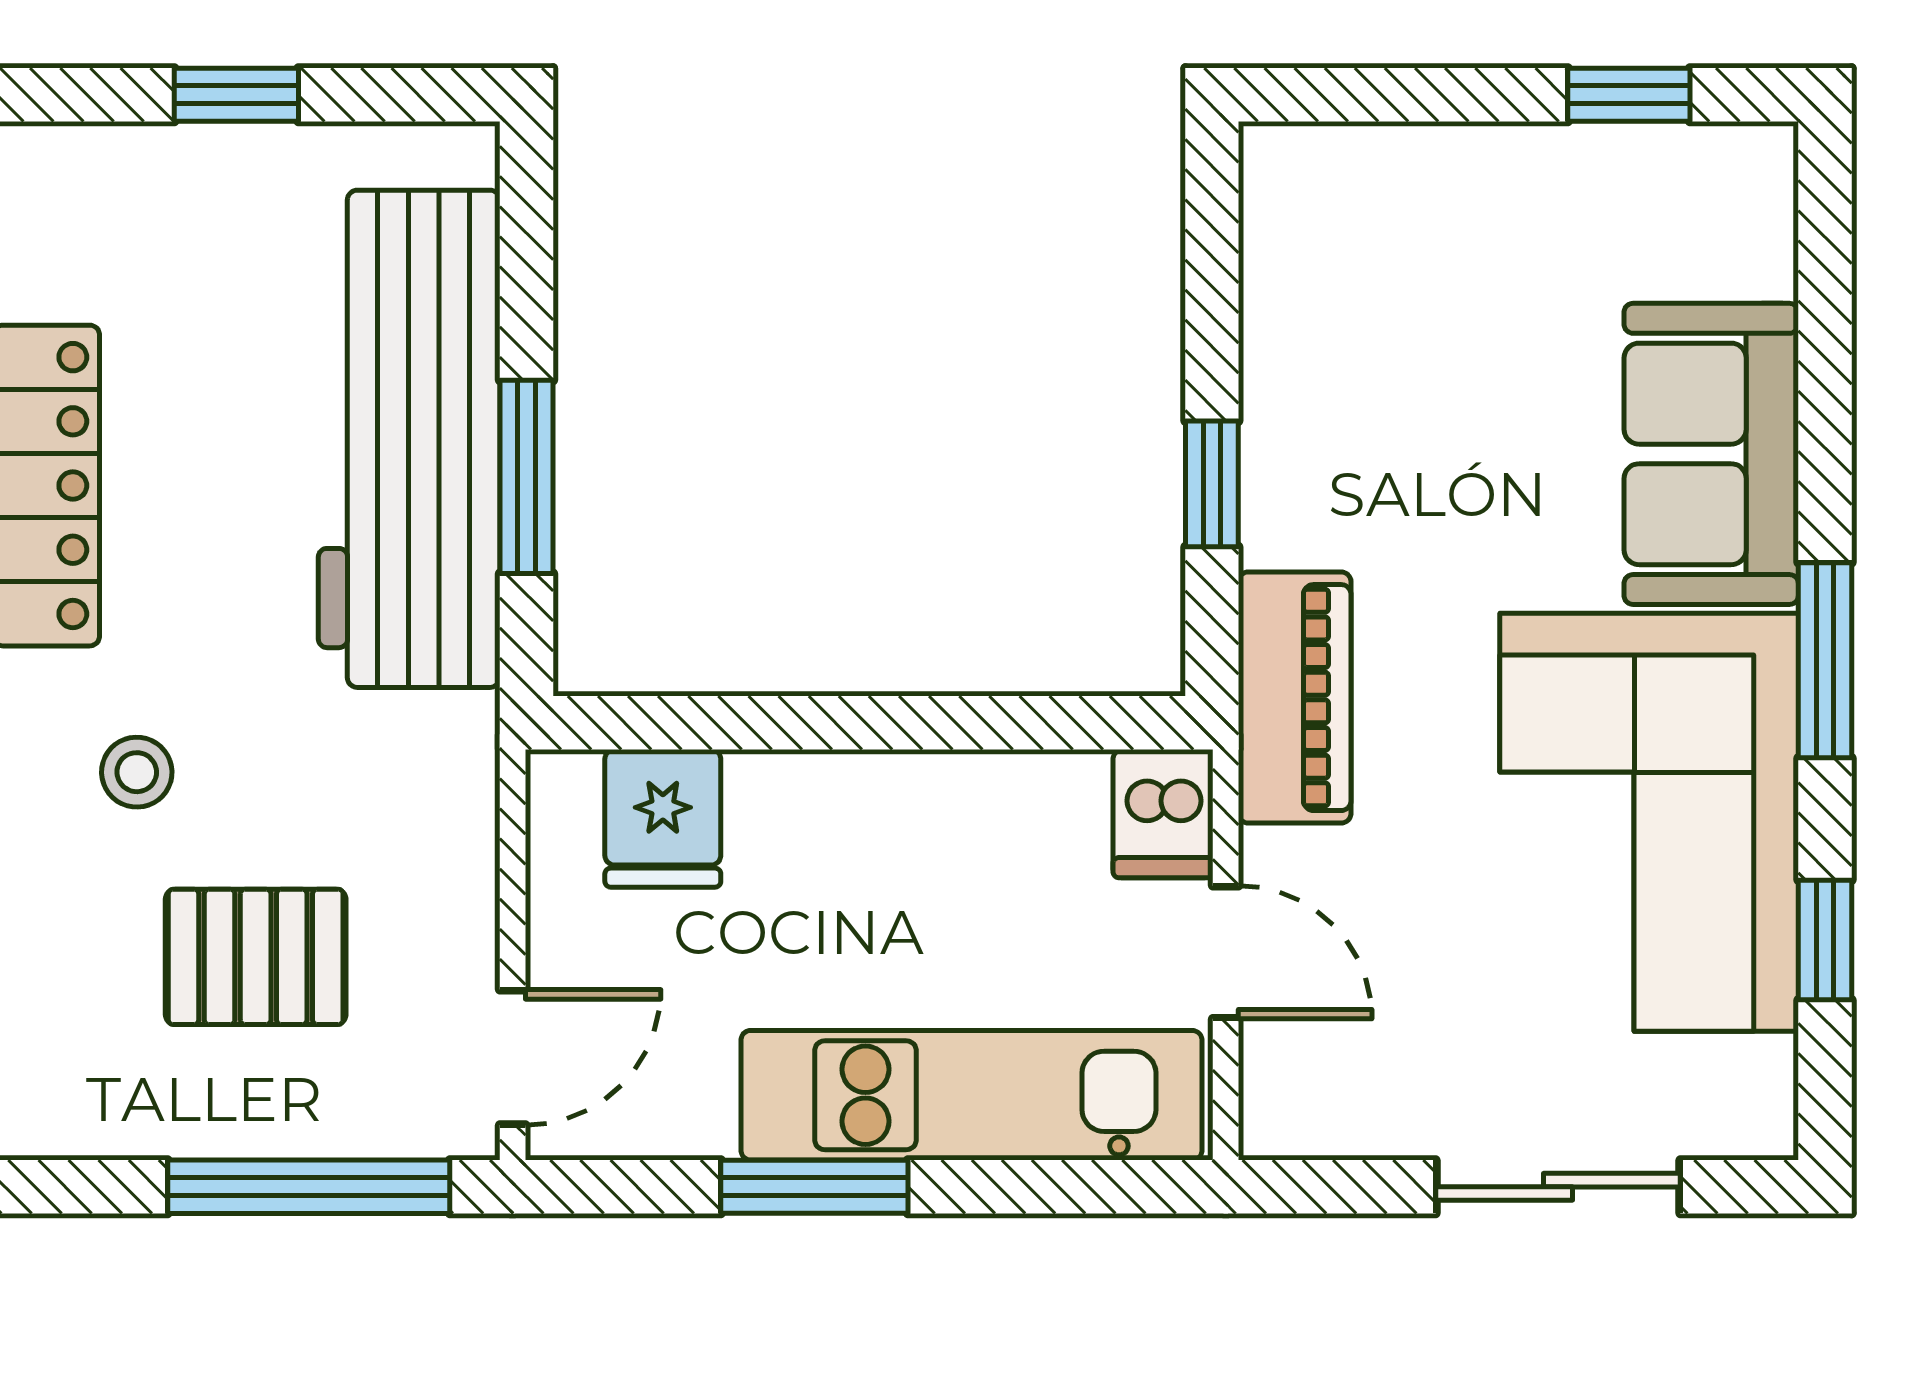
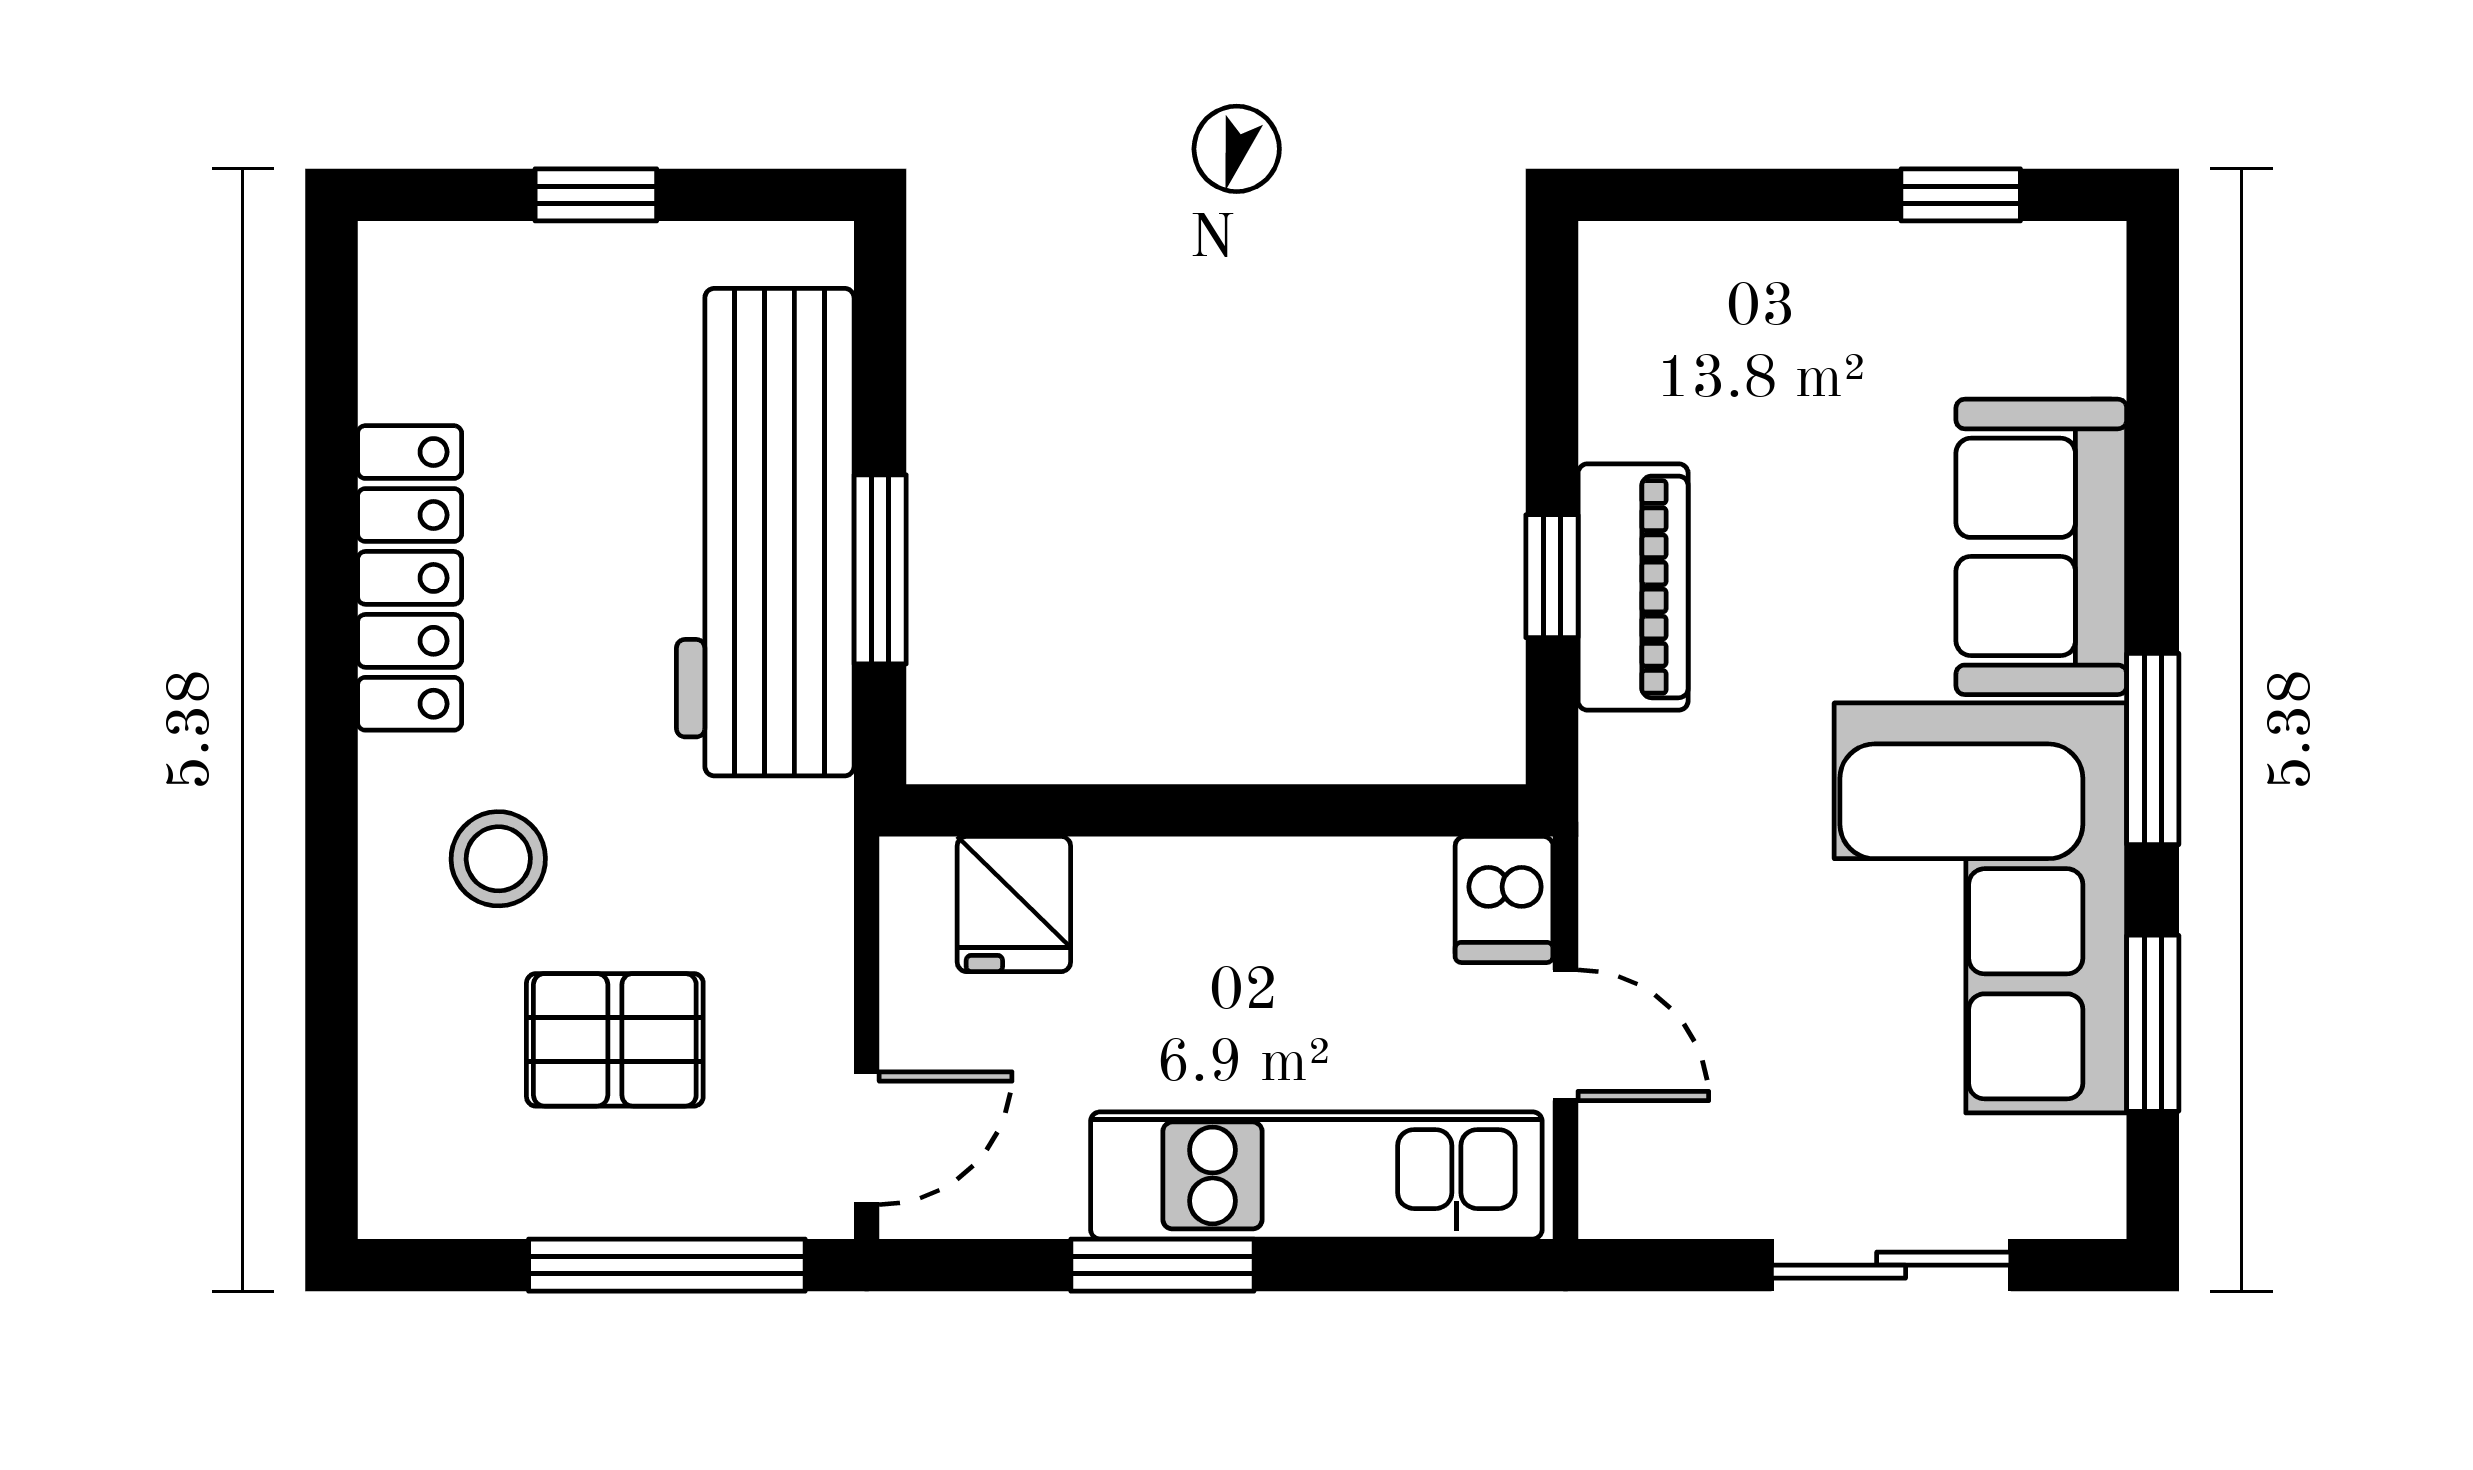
piano: (1295, 698) -> (1633, 587), moved
stool: (137, 772) -> (498, 859), width x1.37, depth x1.37
window: (1825, 940) -> (2153, 1023), width x1.50

